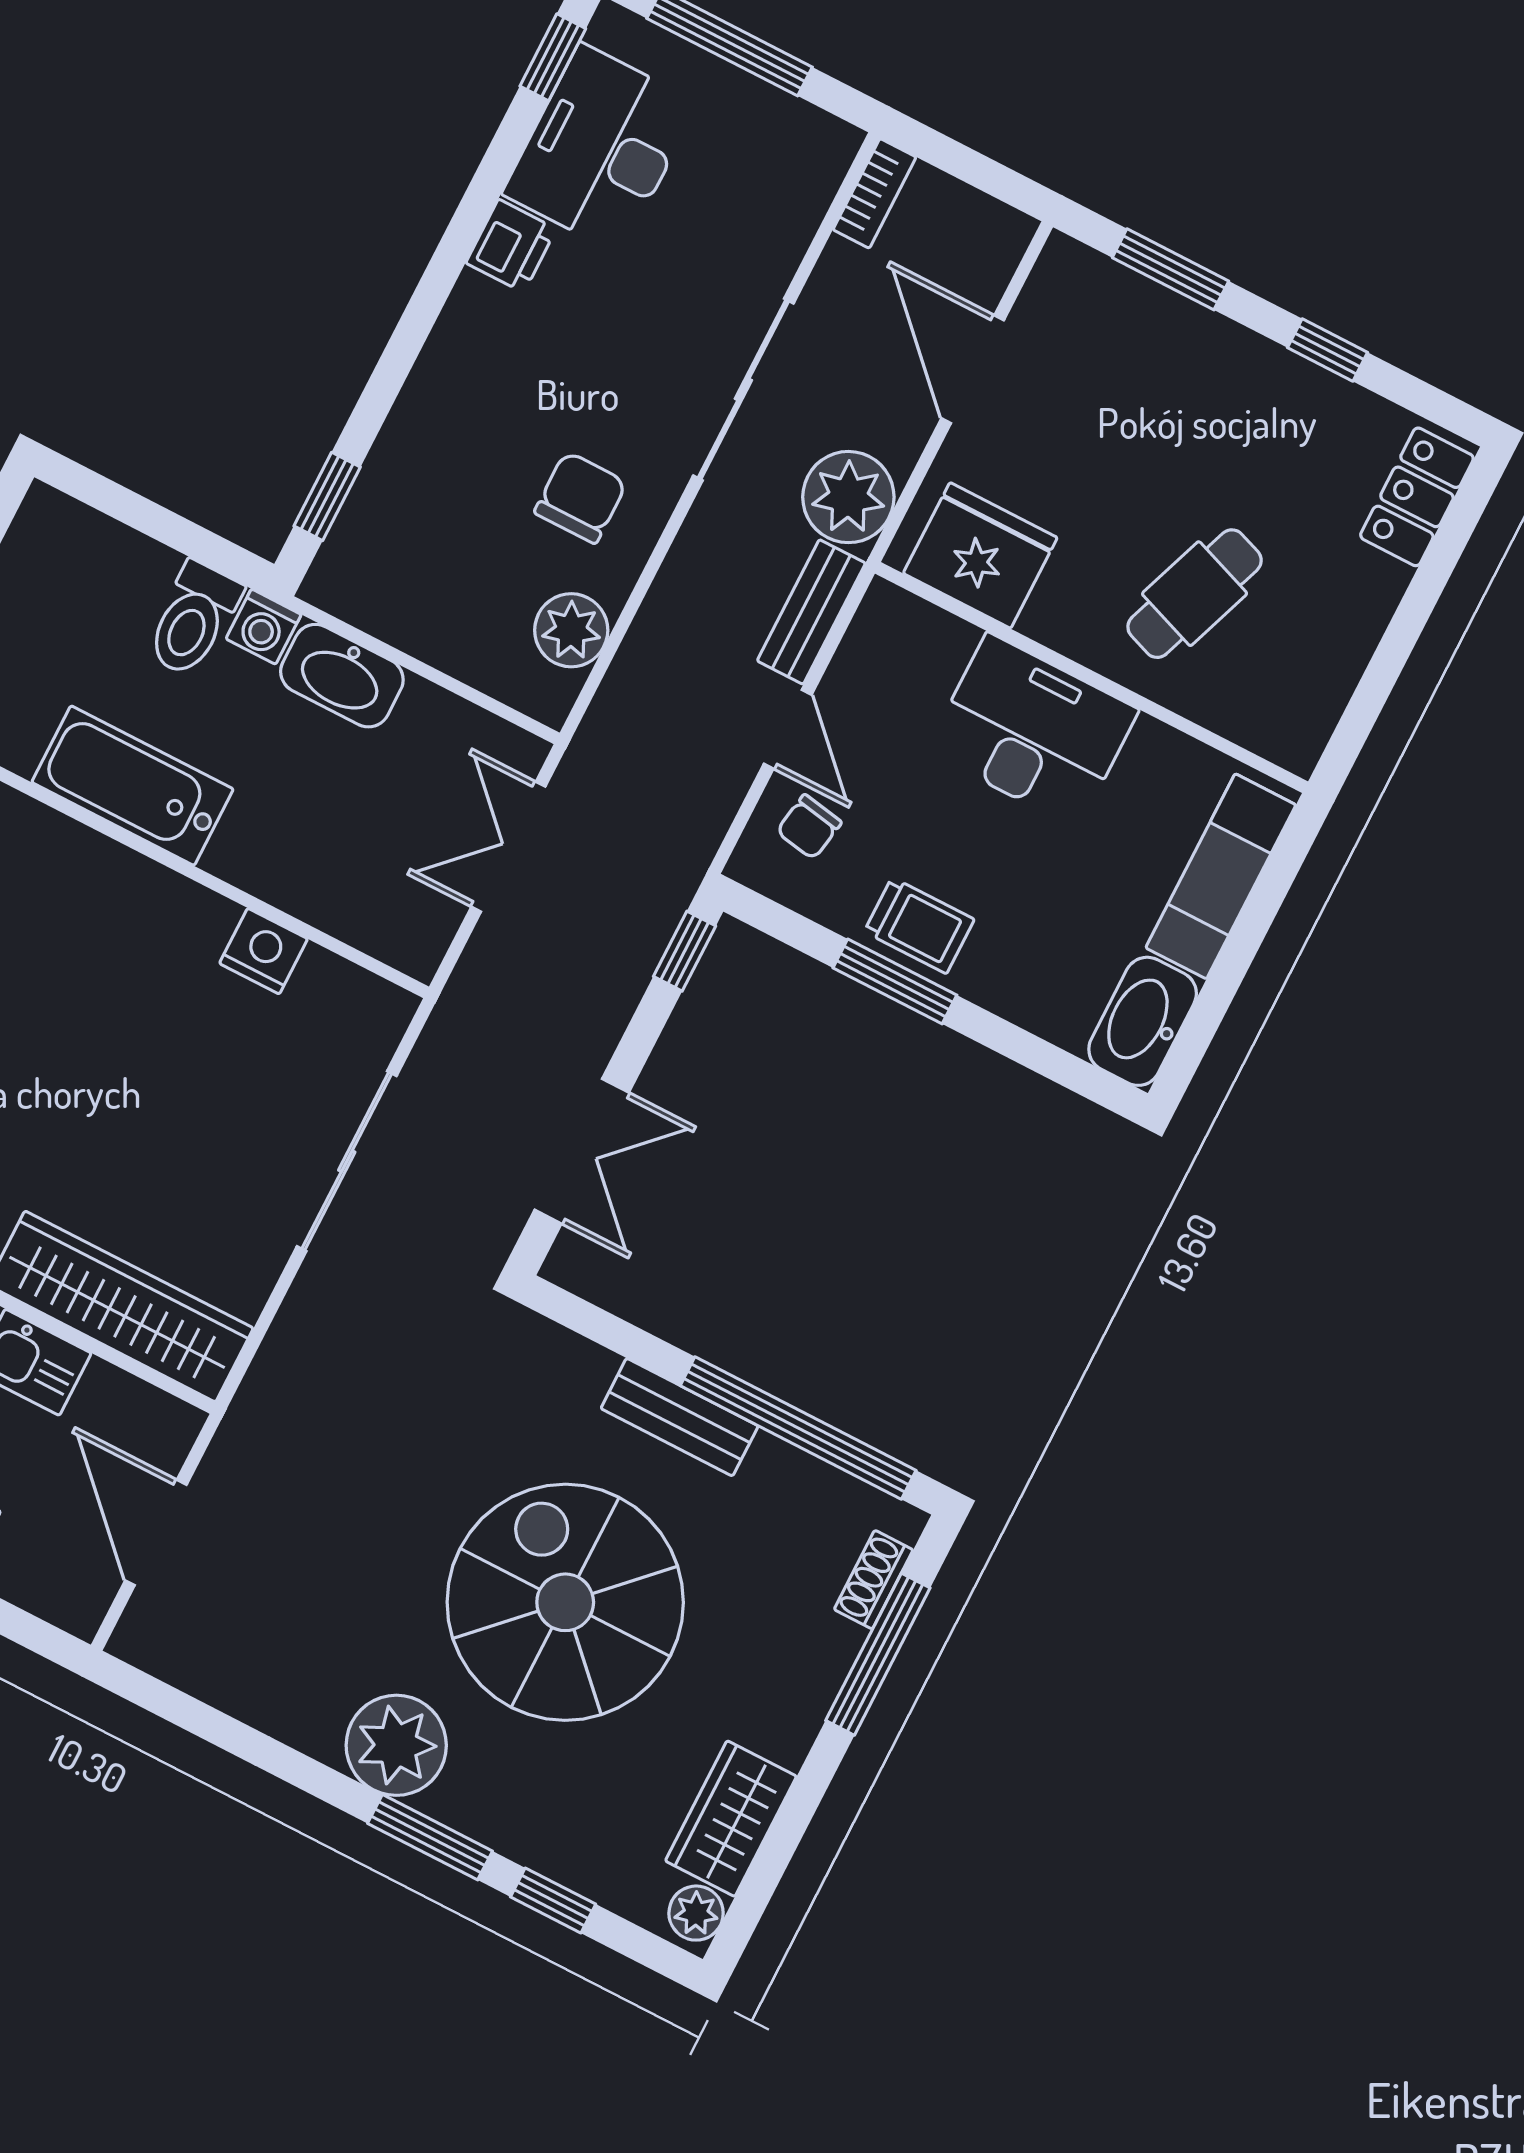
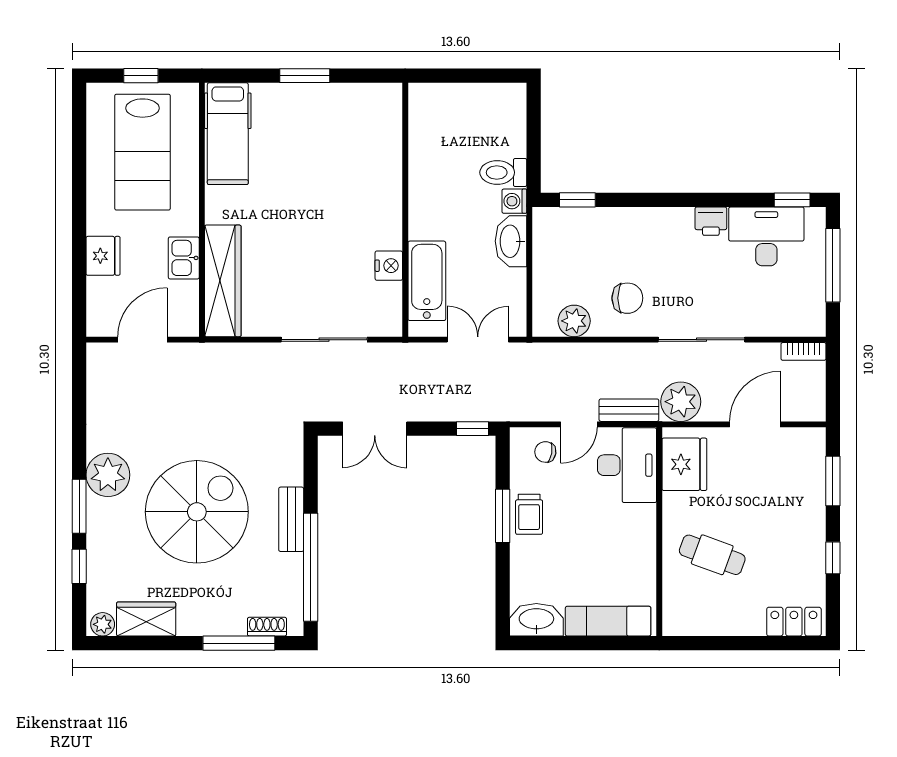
desk: (1032, 731) -> (627, 465), moved
bathtub: (133, 786) -> (427, 281), moved

